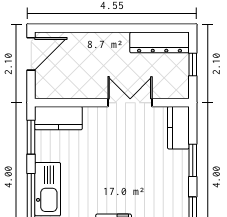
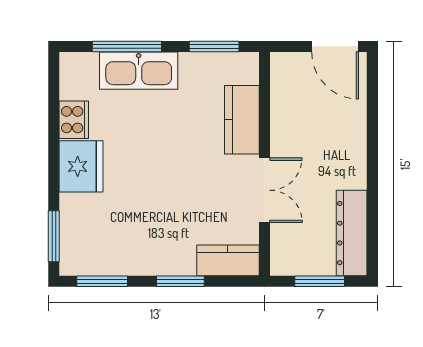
window: (193, 65) -> (320, 281), width x1.50
kitchen counter: (58, 118) -> (242, 120), moved

